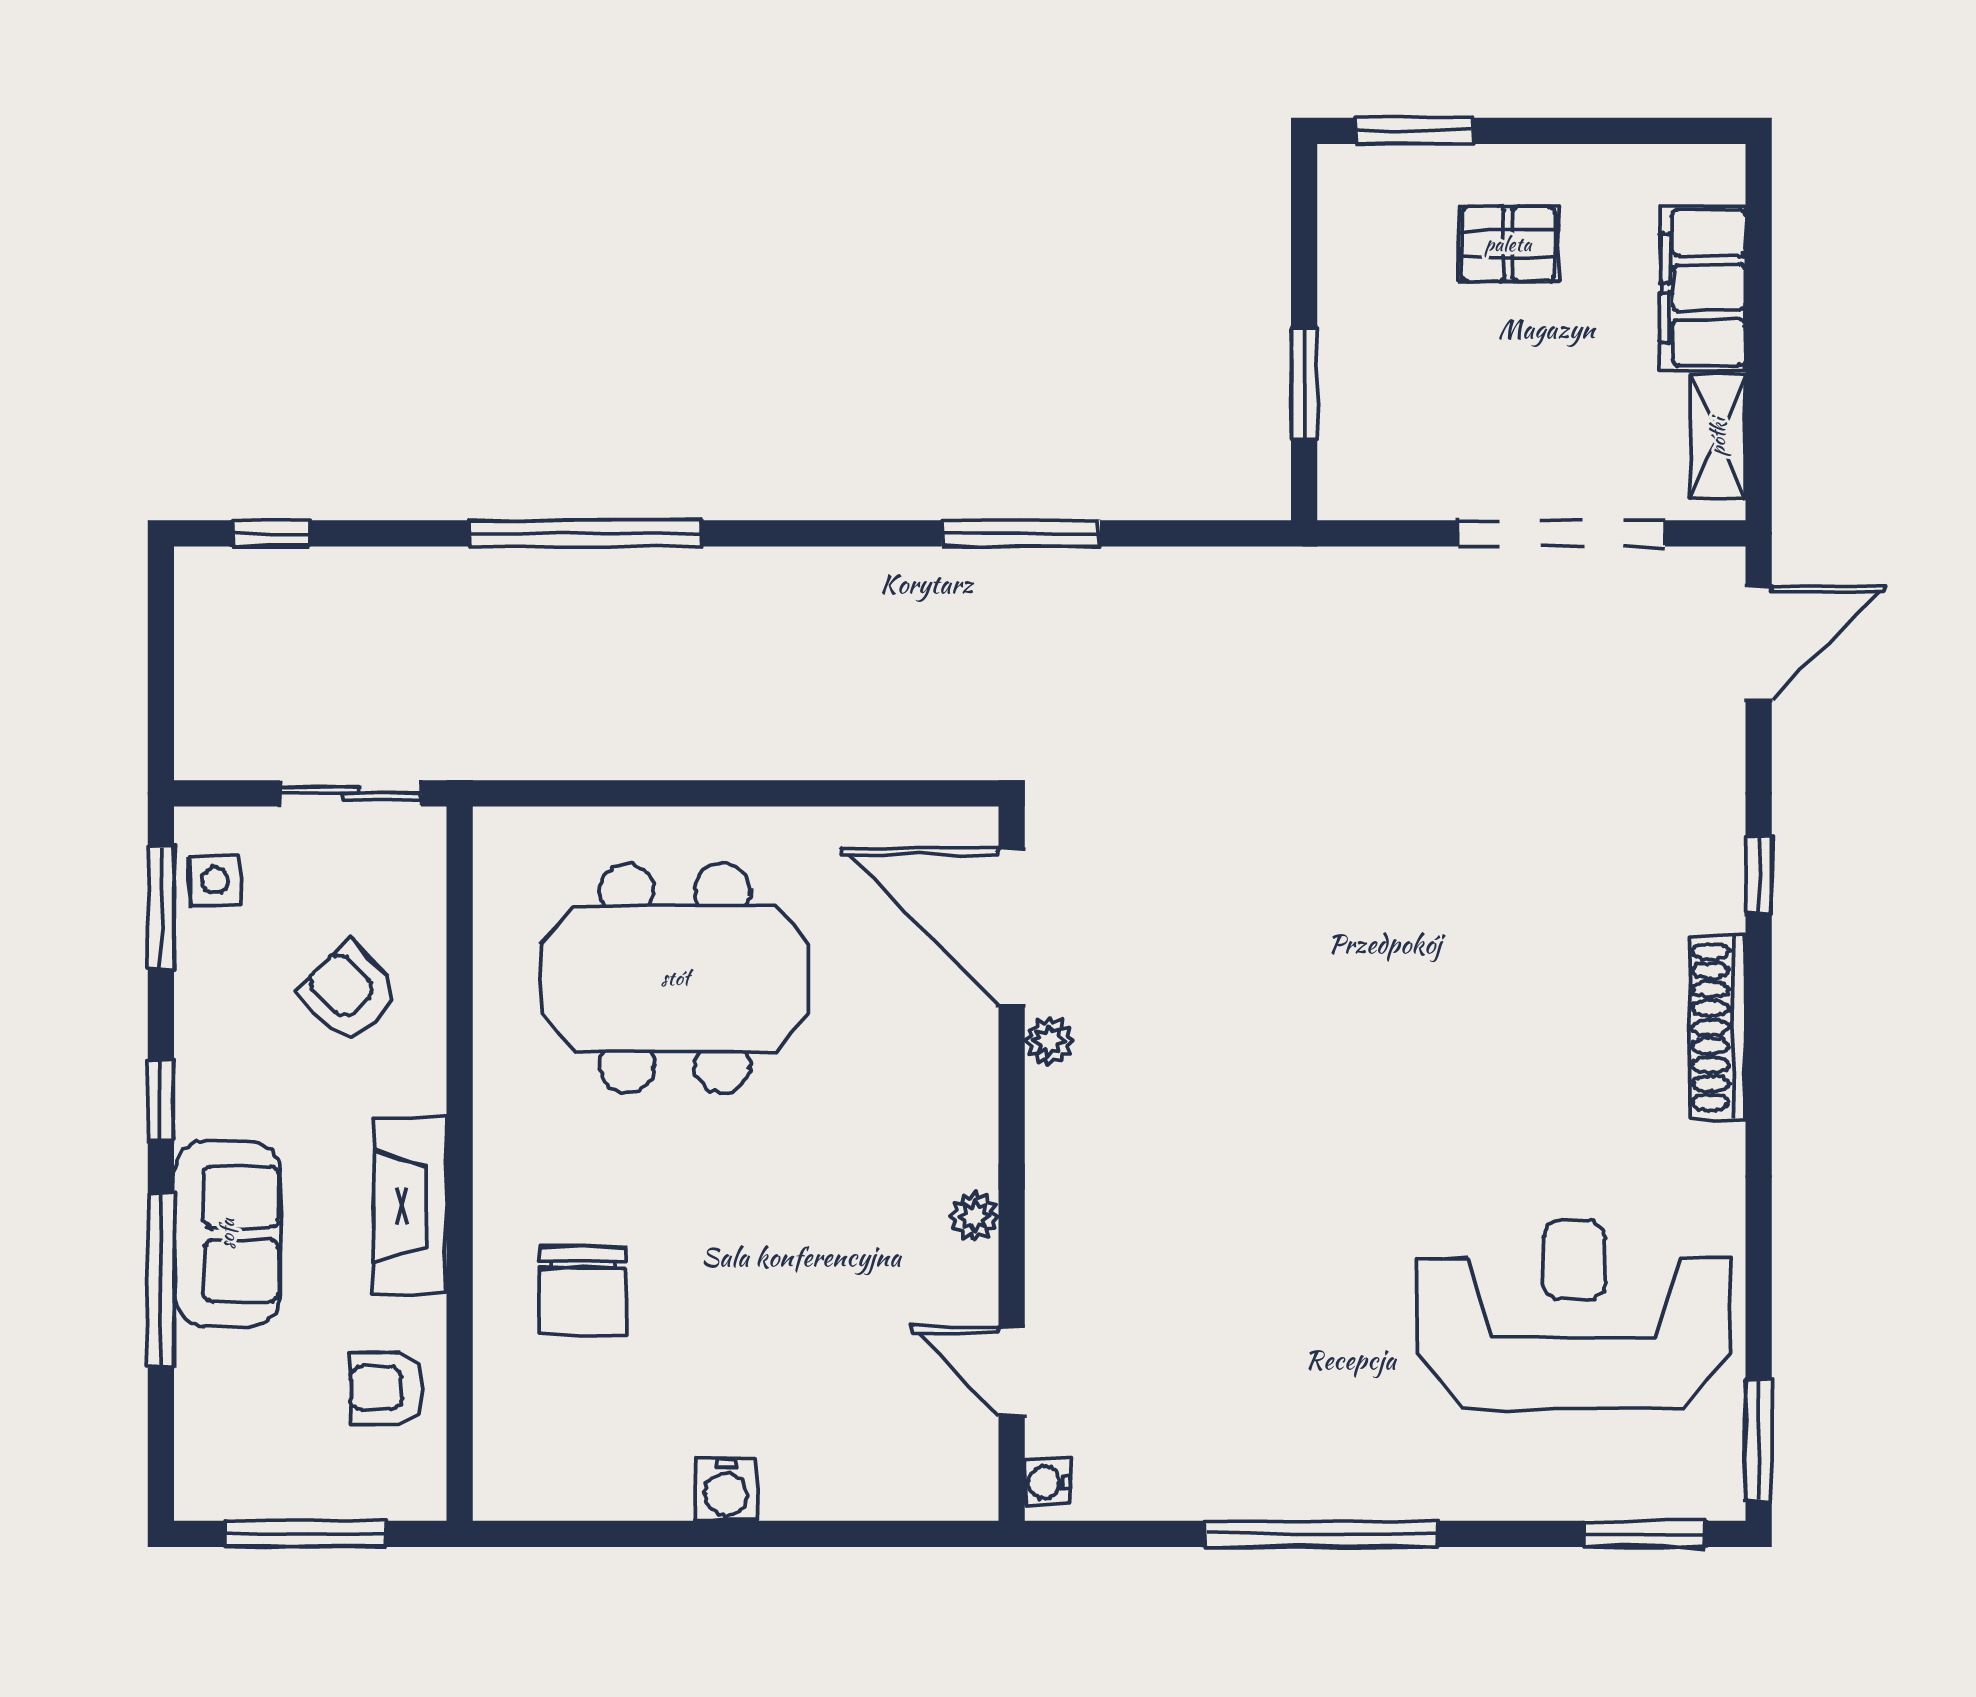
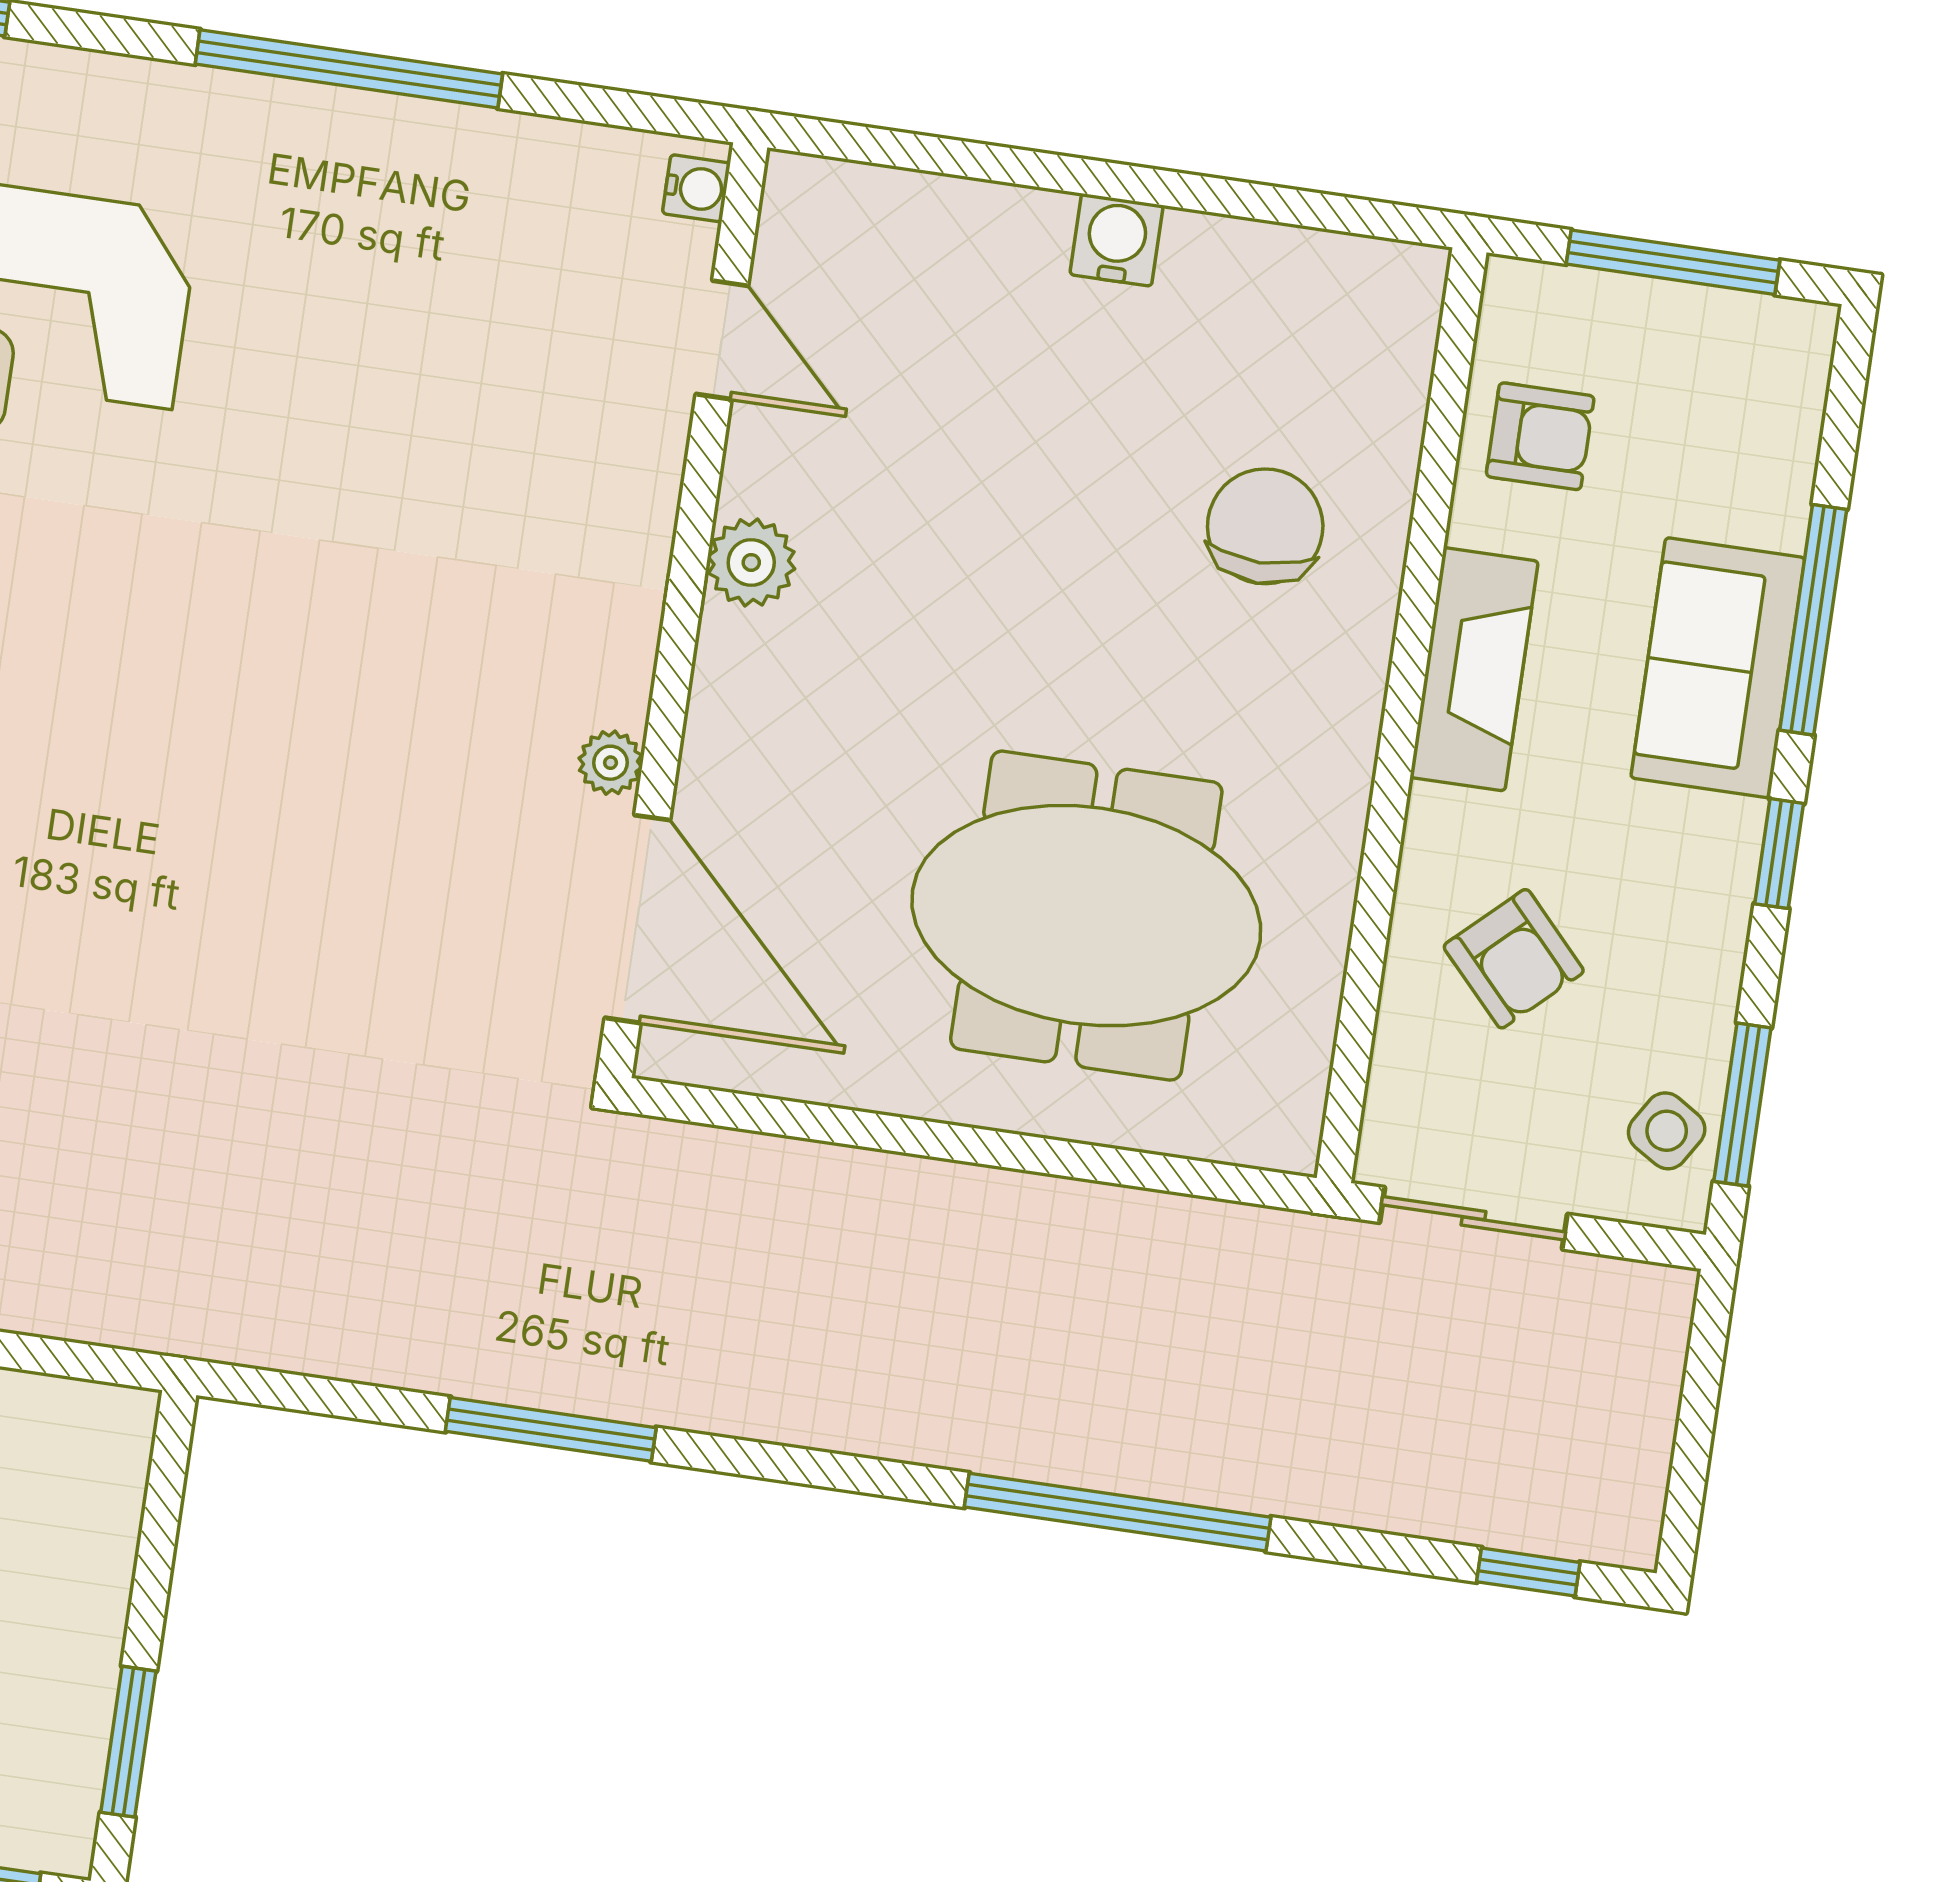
window: (1304, 384) -> (128, 1742), moved
side table: (215, 880) -> (1667, 1131), turned 34
plant: (974, 1216) -> (751, 562), width x1.38, depth x1.38

